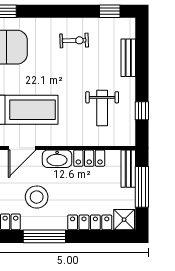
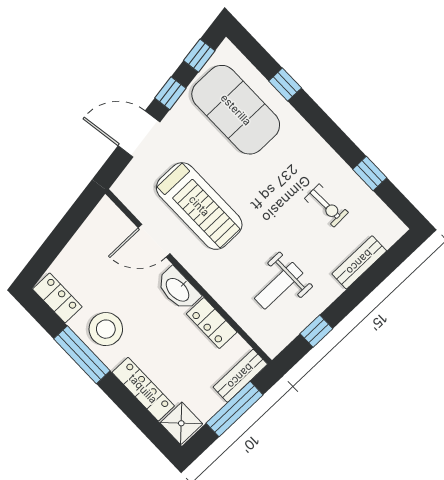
window: (110, 11) -> (370, 173), moved
exercise bike: (74, 41) -> (326, 205), moved
stool: (37, 197) -> (106, 329), moved

